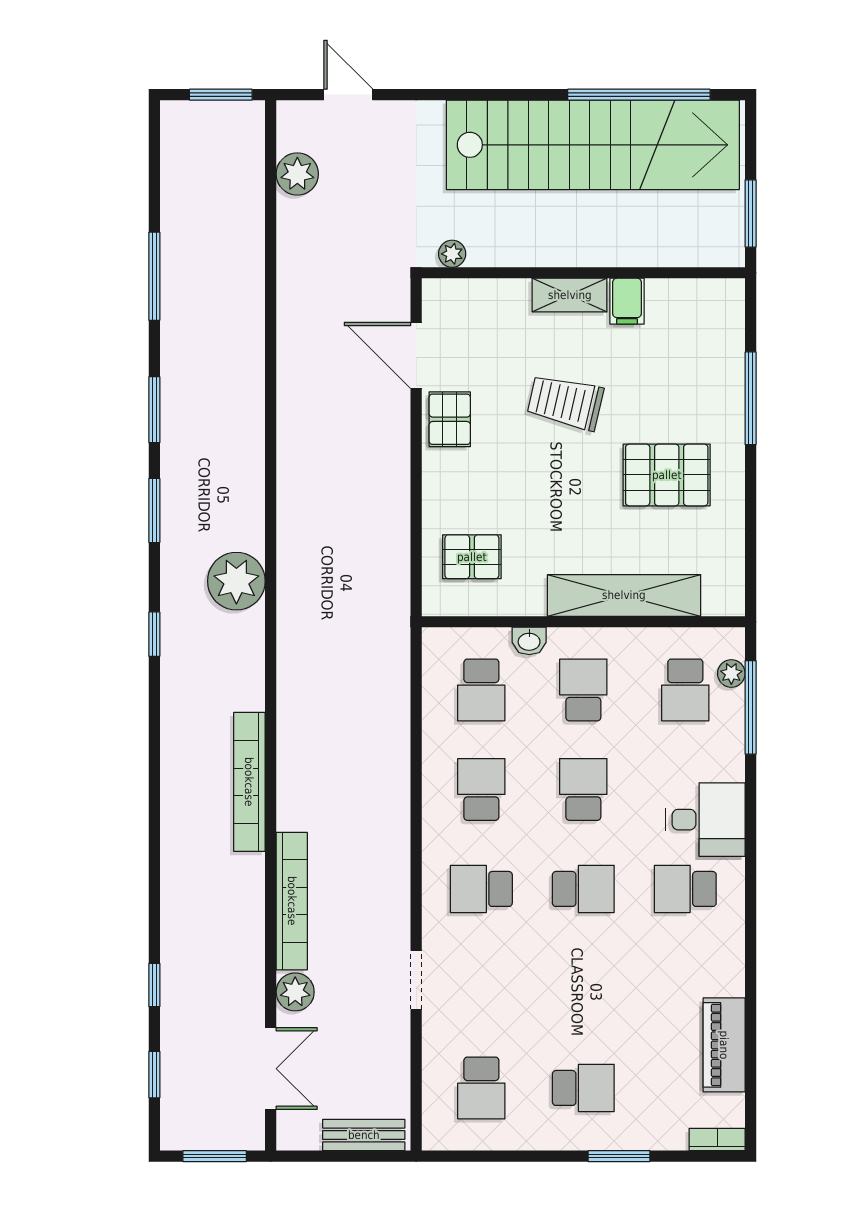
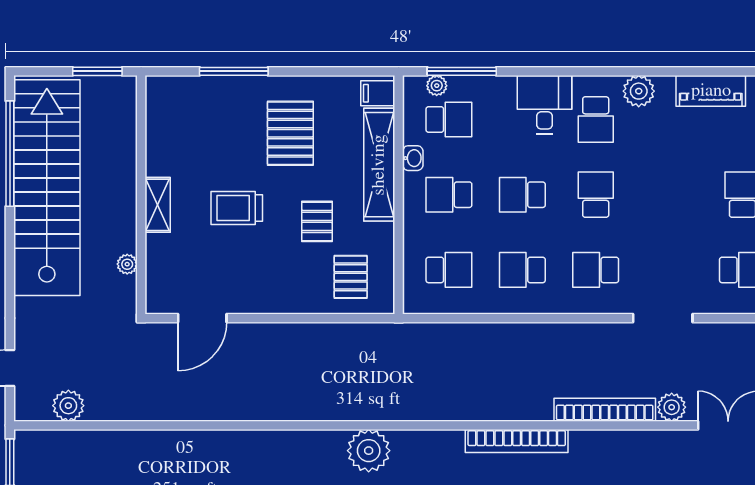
plant: (452, 254) -> (127, 264), moved
filing cabinet: (627, 301) -> (378, 93), moved, turned 180
trolley: (565, 402) -> (237, 208), turned 77
pallet: (450, 419) -> (317, 221), moved, turned 90
washbasin: (529, 641) -> (413, 158), moved
school desk: (481, 889) -> (596, 270), turned 90
plant: (724, 947) -> (639, 91), added
doorway: (416, 980) -> (663, 318), width x1.38

